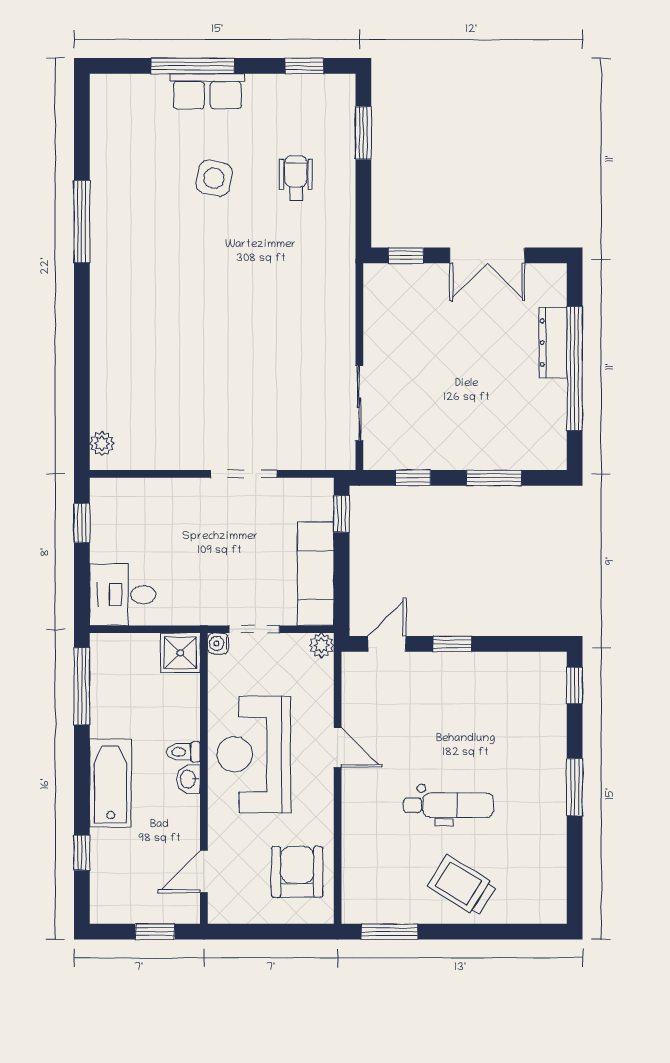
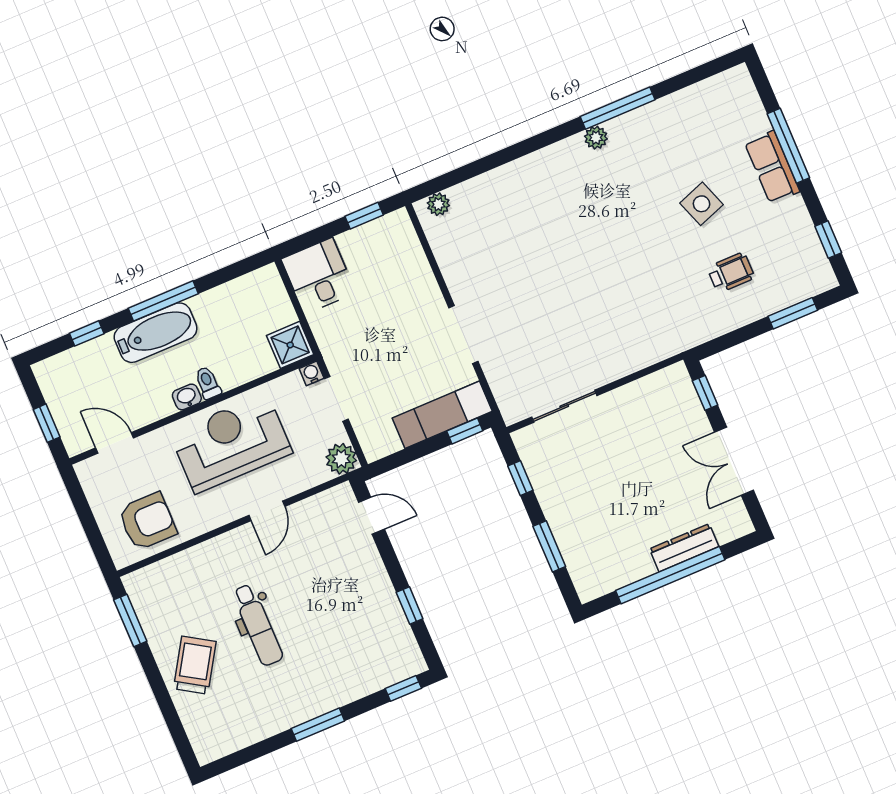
side table: (214, 178) -> (702, 204), turned -31
plant: (102, 256) -> (596, 138), added
exam couch: (316, 574) -> (442, 415), moved
window: (452, 644) -> (410, 605), moved
plant: (321, 645) -> (341, 459), width x1.38, depth x1.38
window: (82, 686) -> (163, 301), moved

